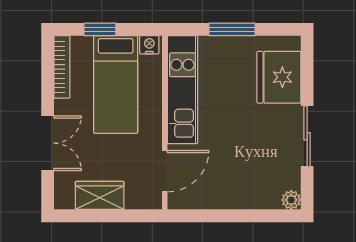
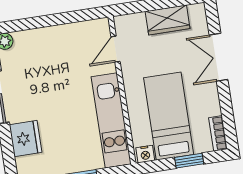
bookcase: (62, 67) -> (218, 133), width x0.64
fridge: (279, 77) -> (26, 139), width x0.73, depth x0.75
door: (165, 171) -> (116, 49), width x0.73

